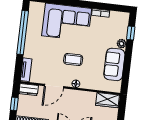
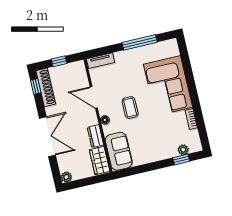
window: (23, 32) -> (140, 42), width x0.68
plant: (122, 44) -> (183, 150), moved
sofa: (114, 64) -> (119, 151), moved, turned 90
dresser: (29, 90) -> (95, 136), moved

